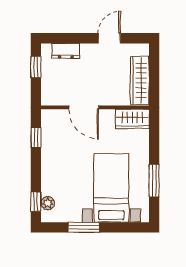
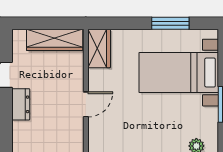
dresser: (66, 51) -> (21, 104), moved
door: (84, 107) -> (86, 104), width x0.73

